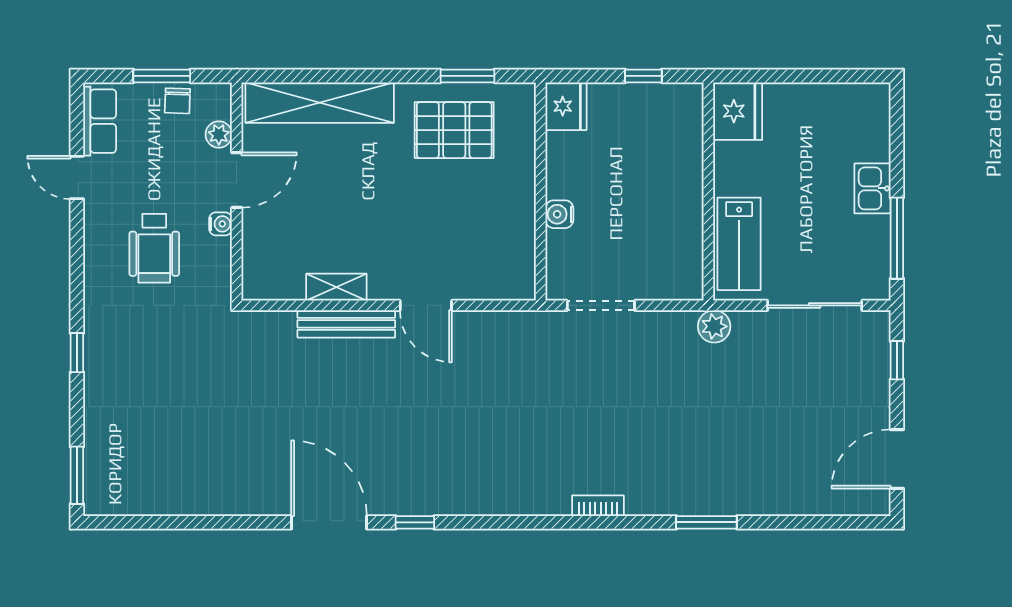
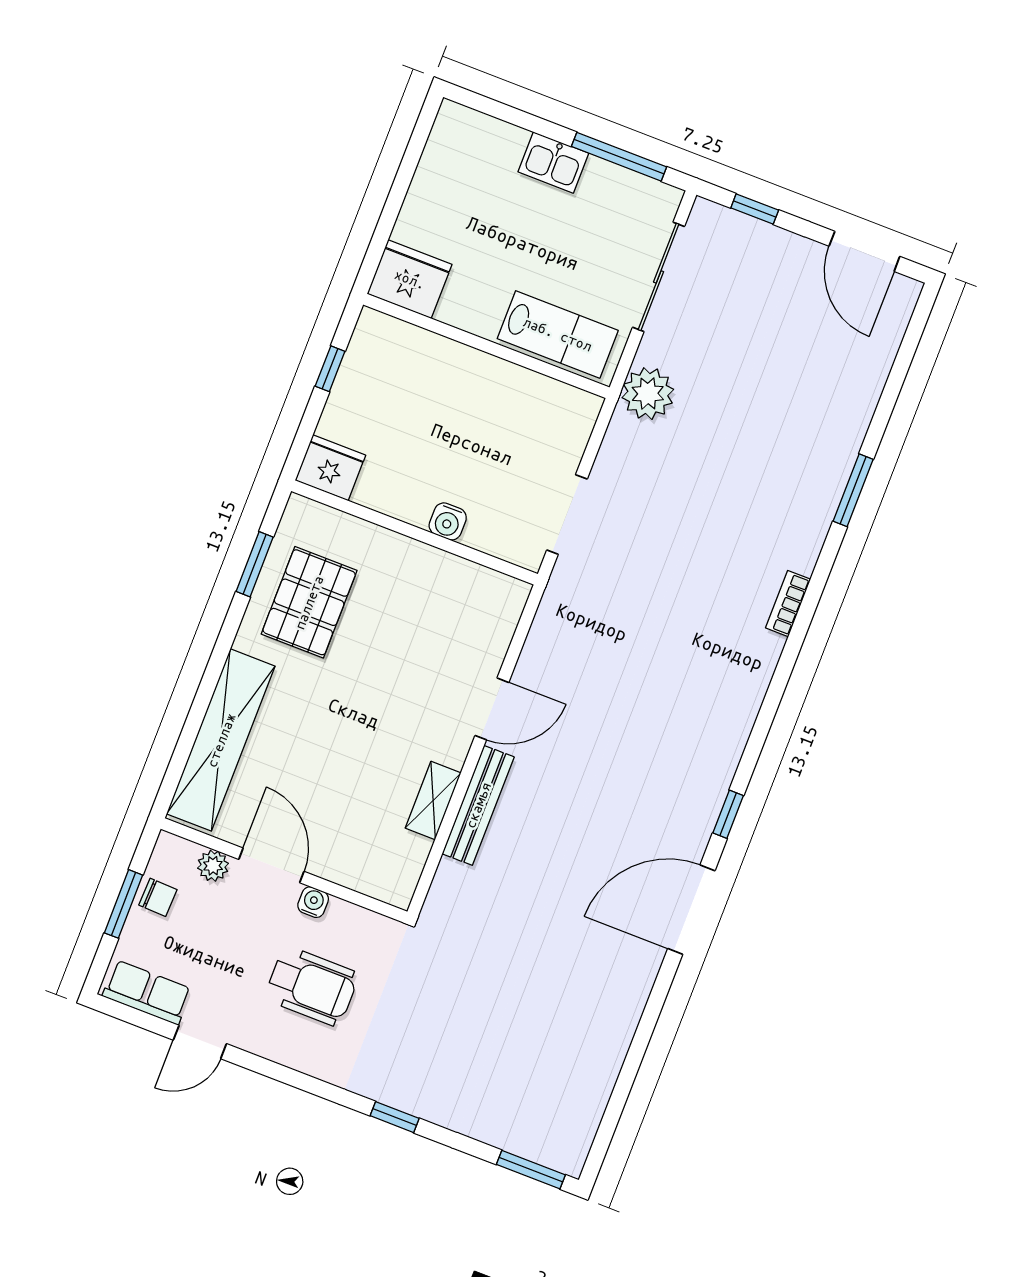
plant: (714, 326) -> (648, 394), width x1.36, depth x1.36

